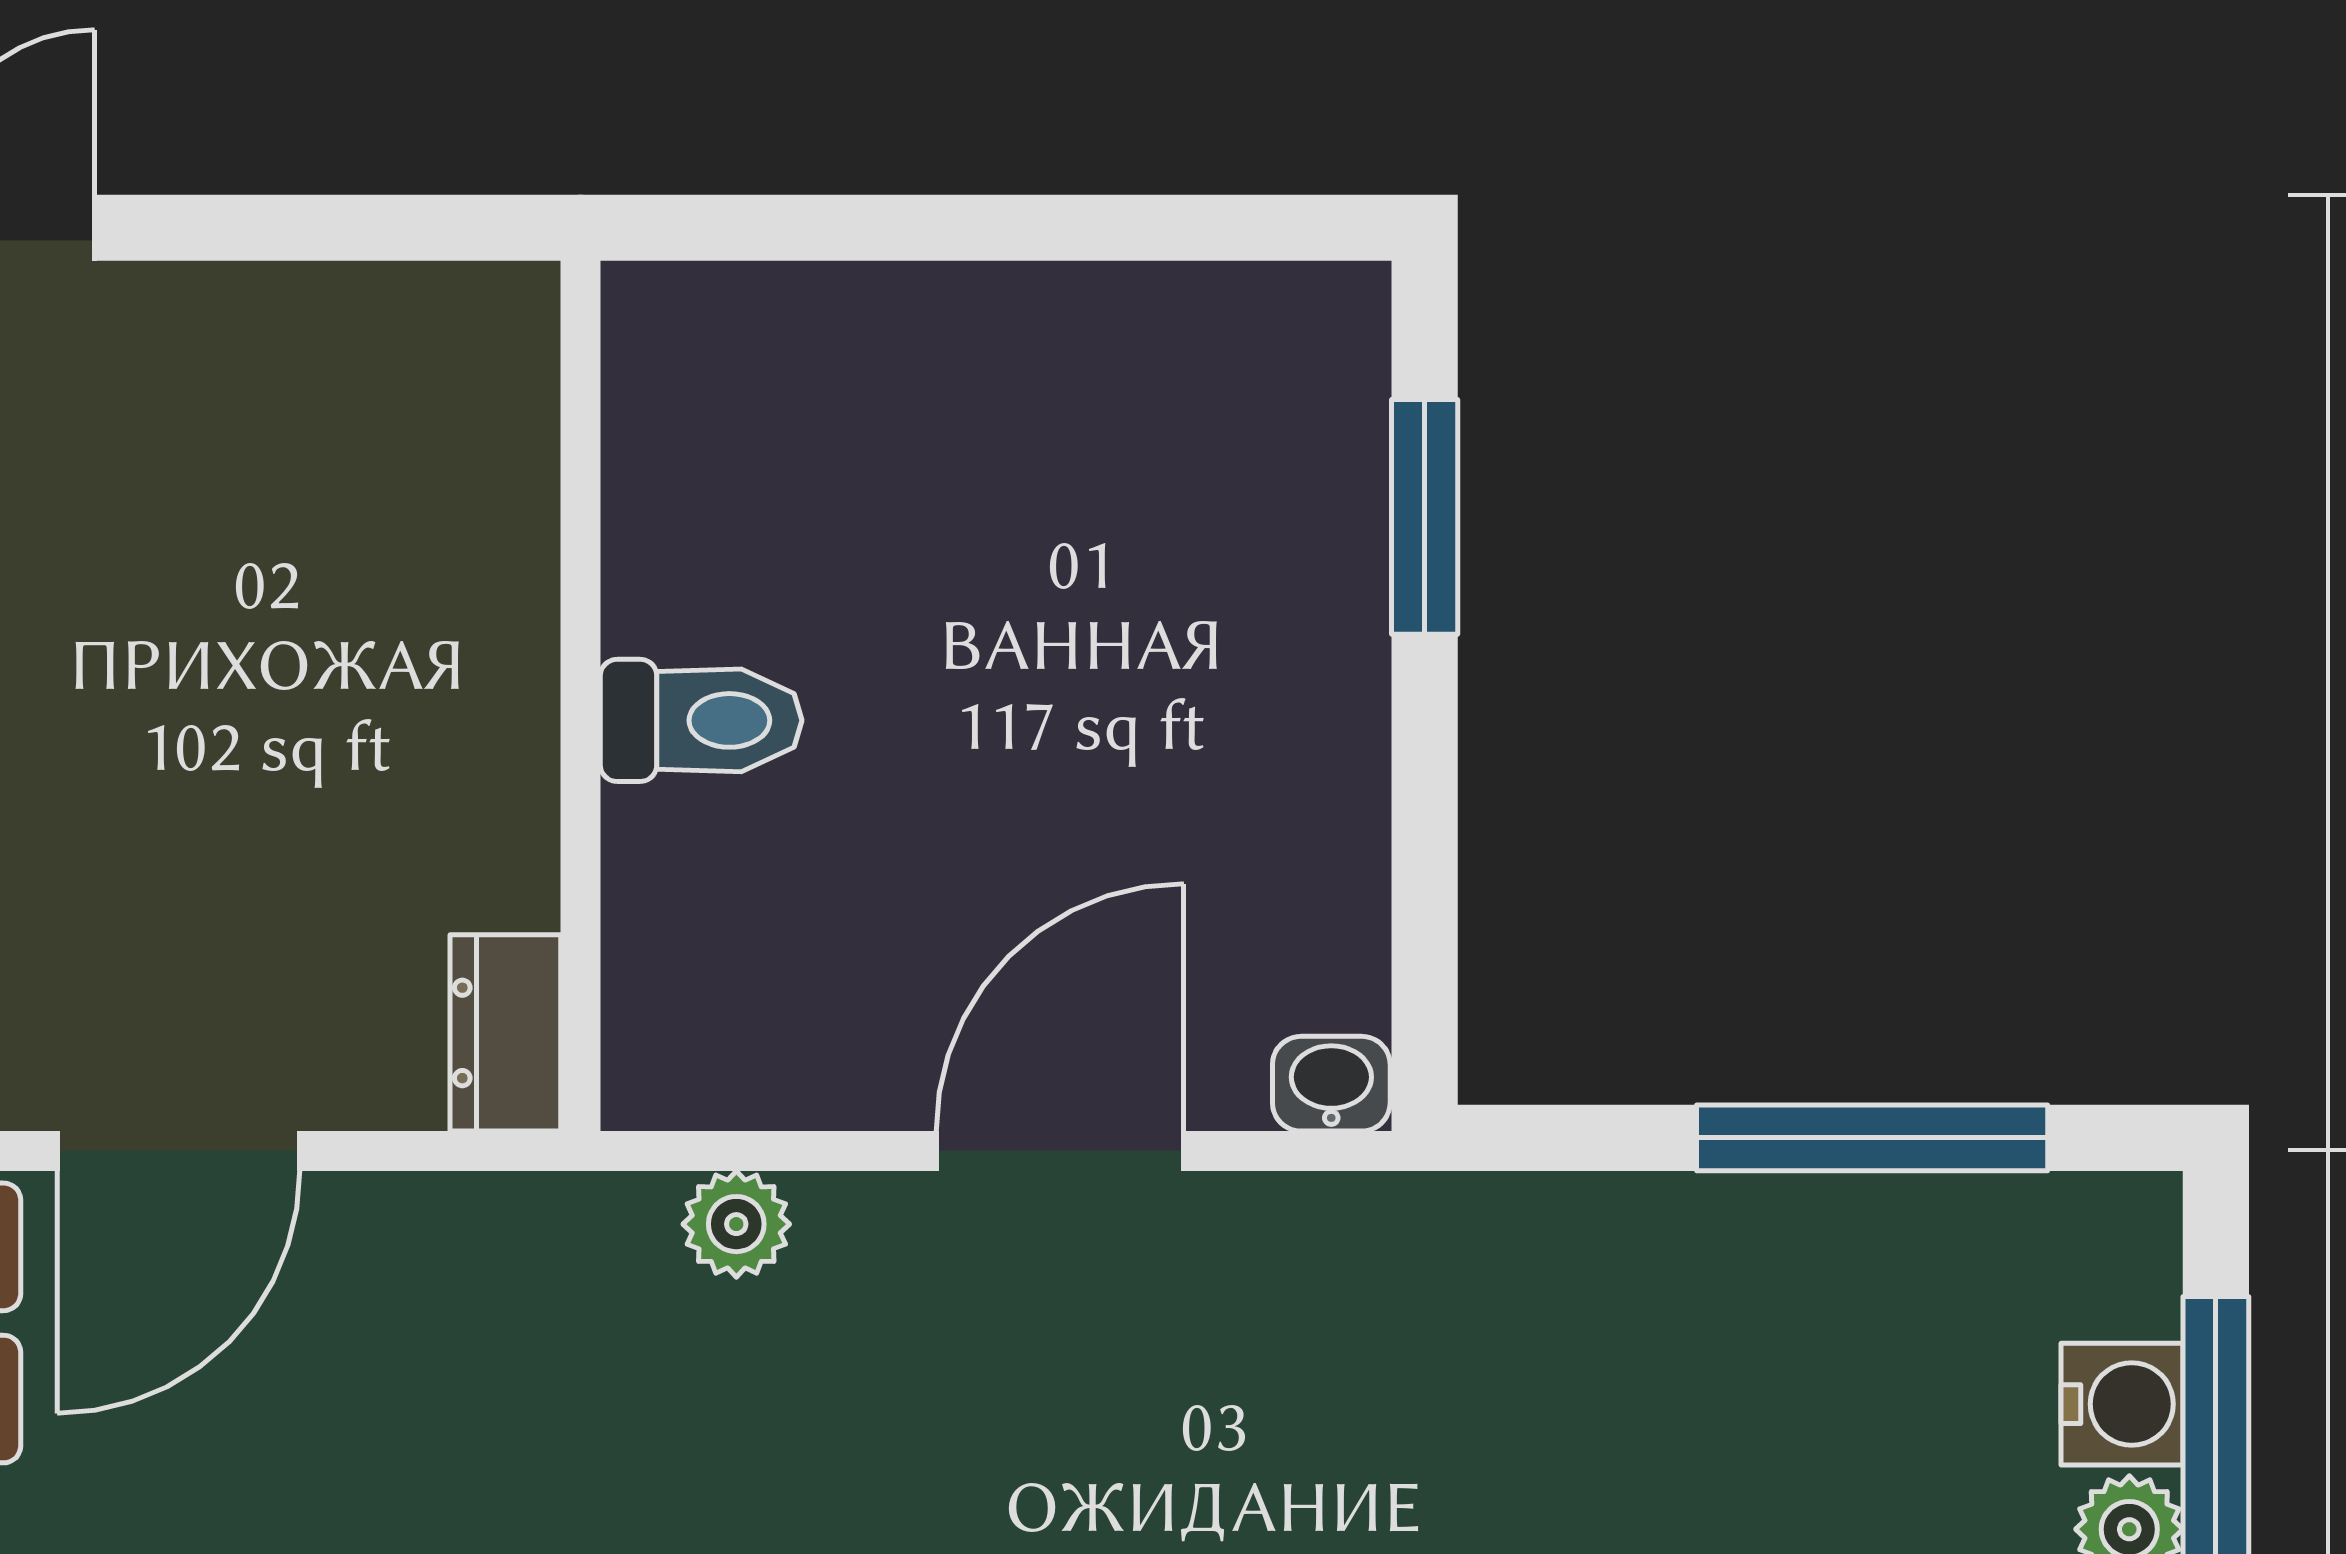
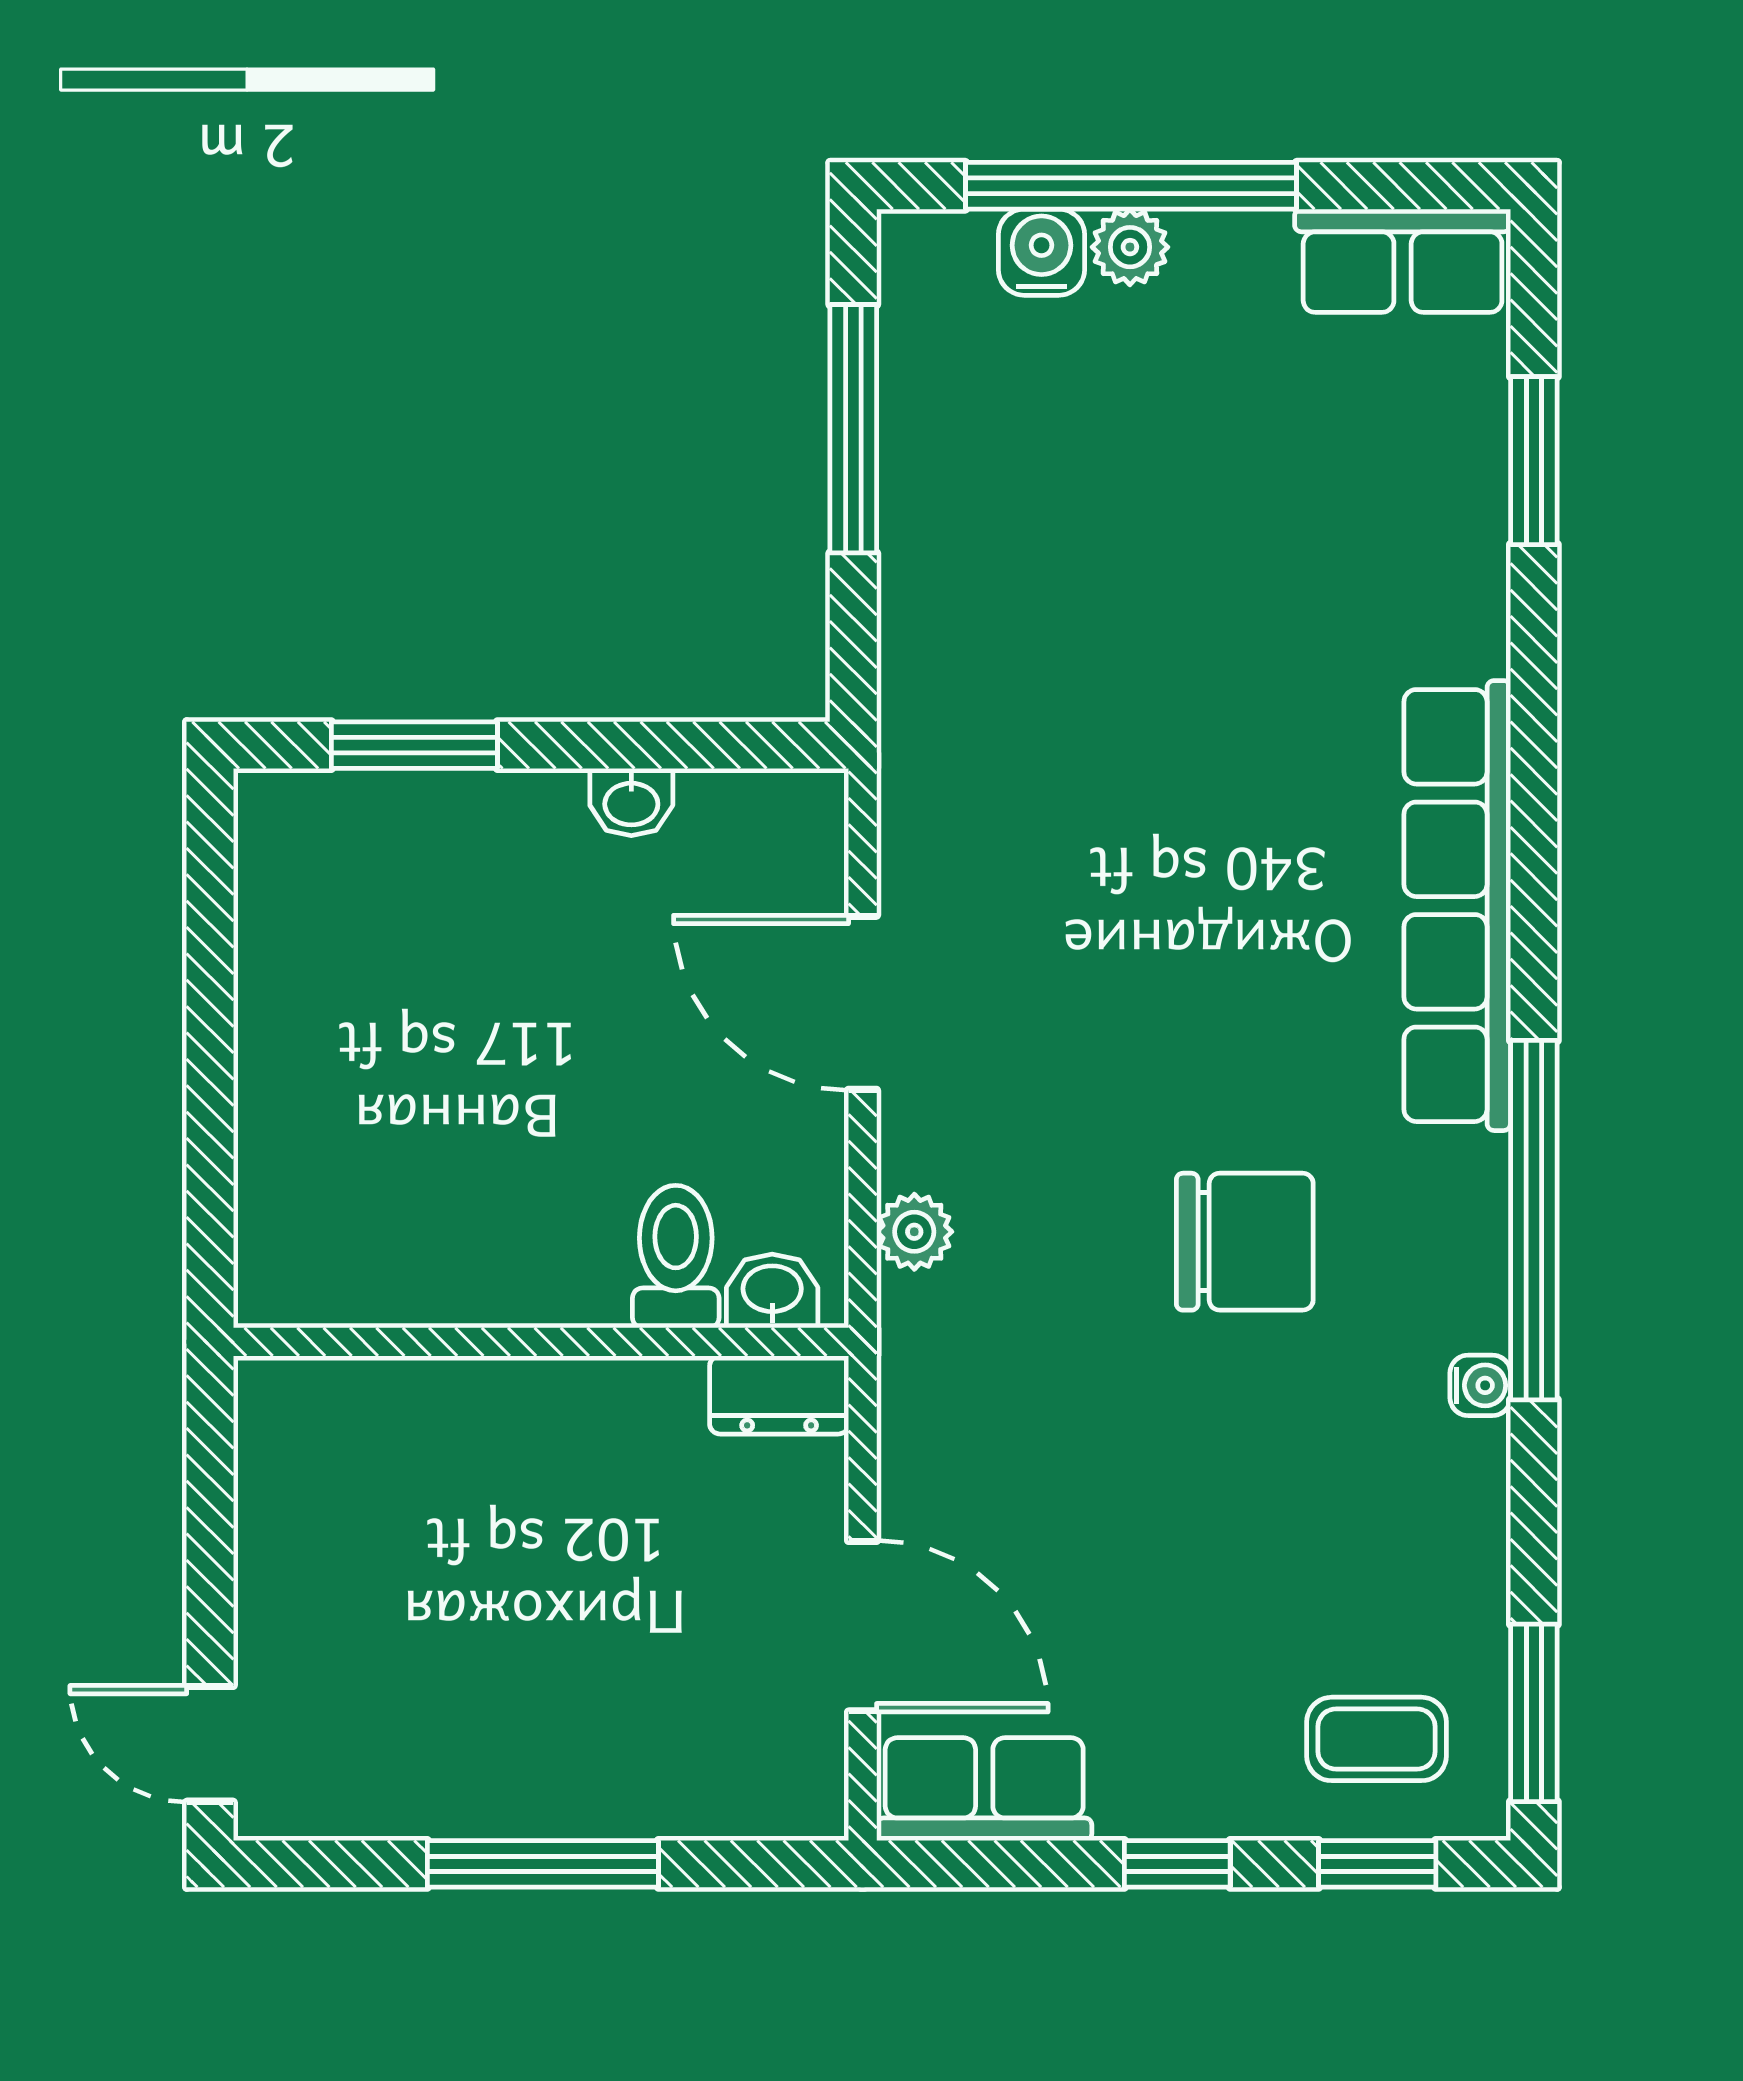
toilet: (701, 720) -> (676, 1257), moved
washbasin: (653, 1023) -> (772, 1291), added
washbasin: (1331, 1084) -> (631, 802), moved, turned -90

